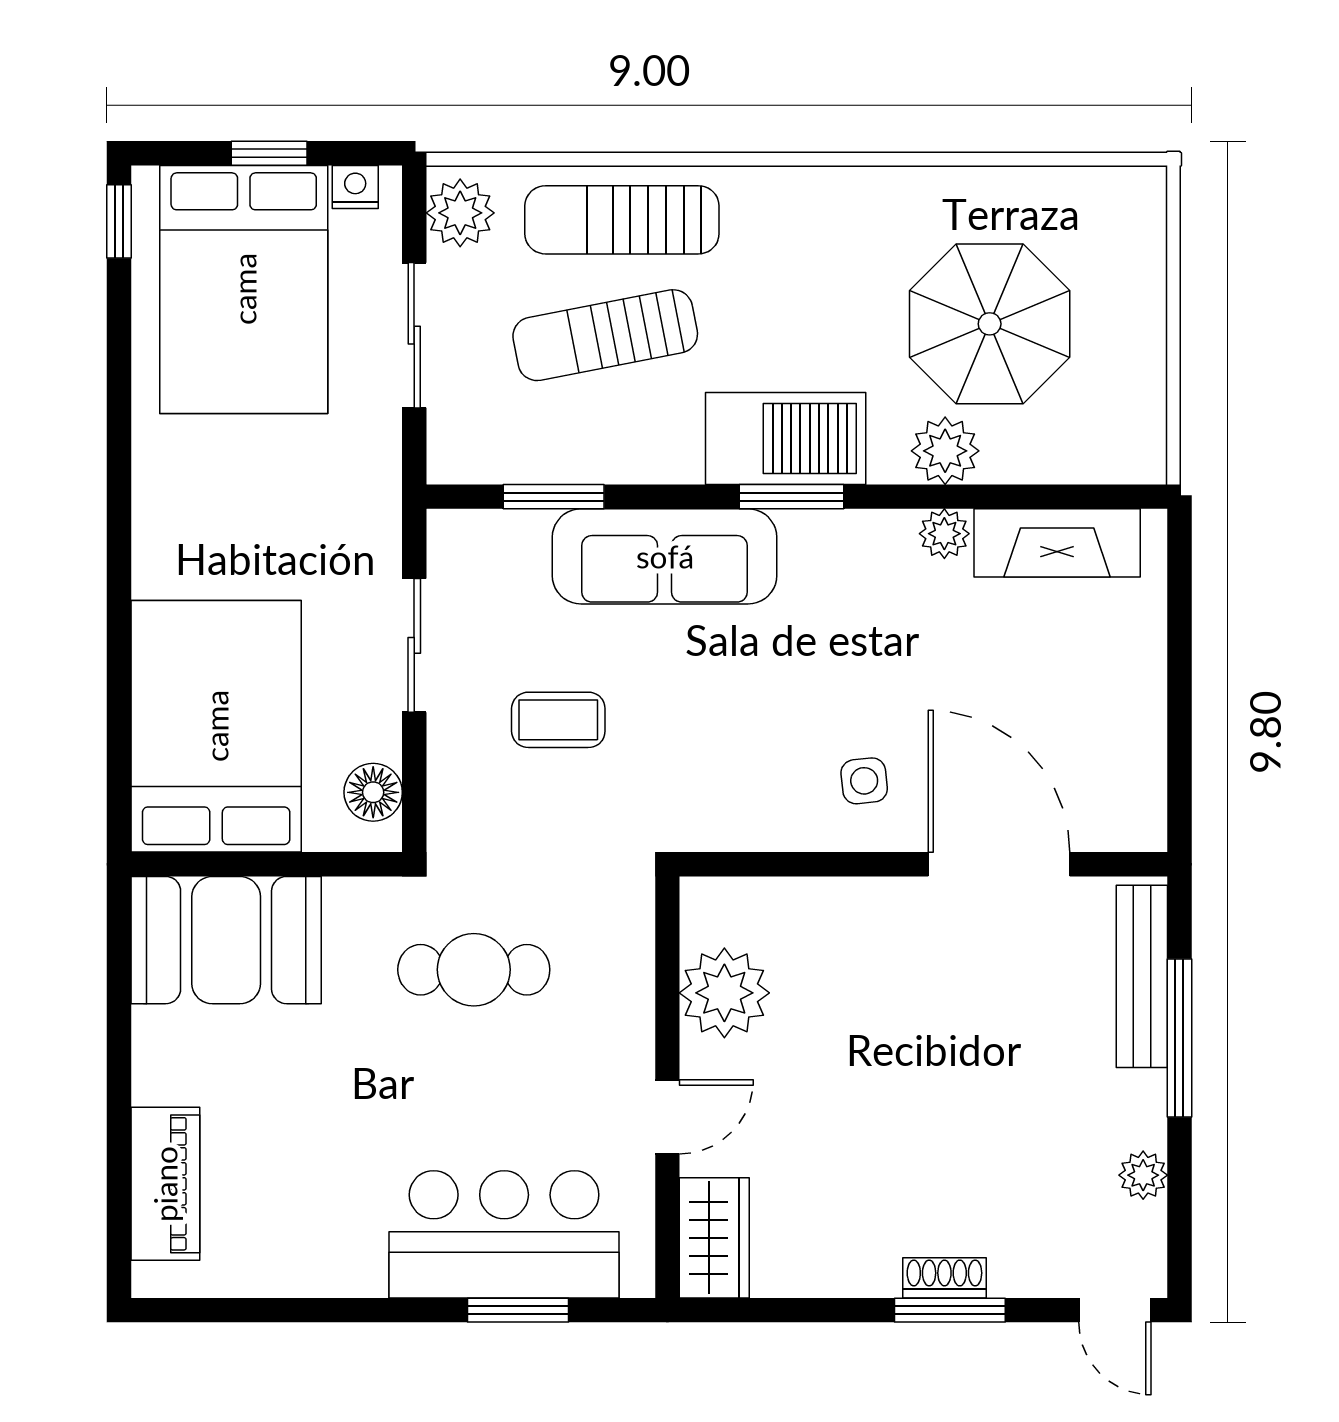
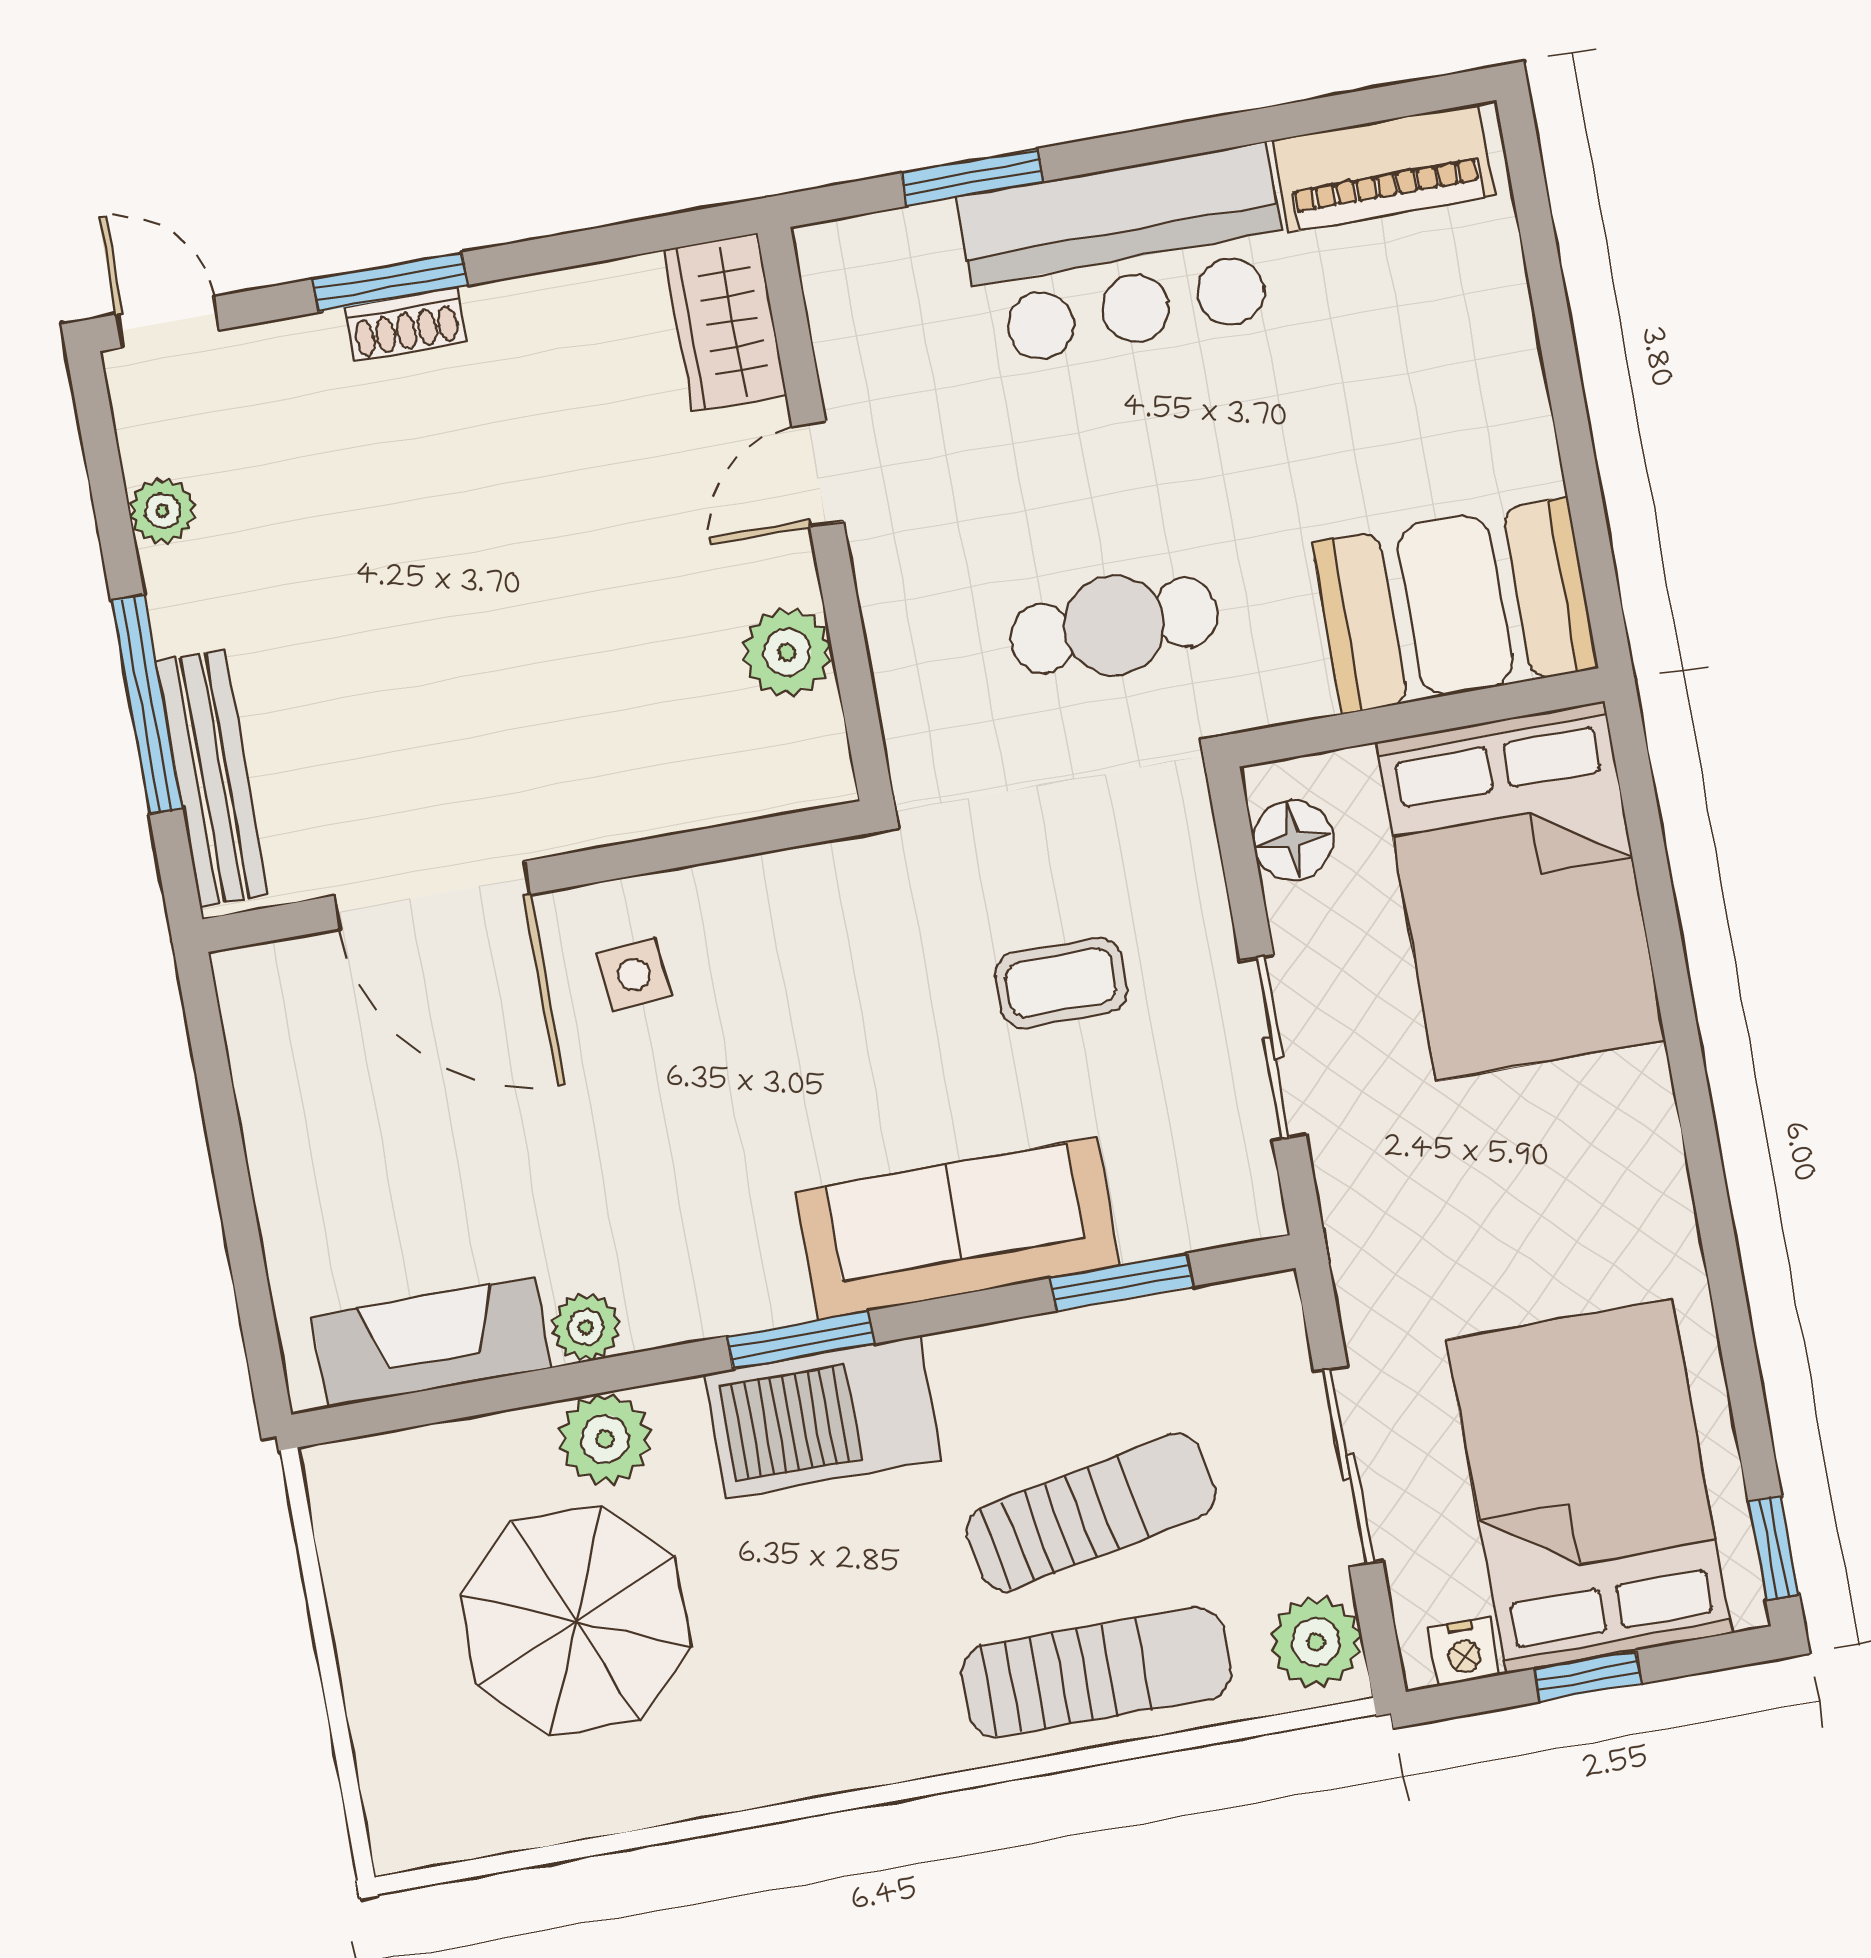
plant: (724, 993) -> (787, 652), width x0.73, depth x0.73
piano: (165, 1184) -> (1383, 168), moved, turned -90
bar counter: (504, 1234) -> (1126, 255), moved

